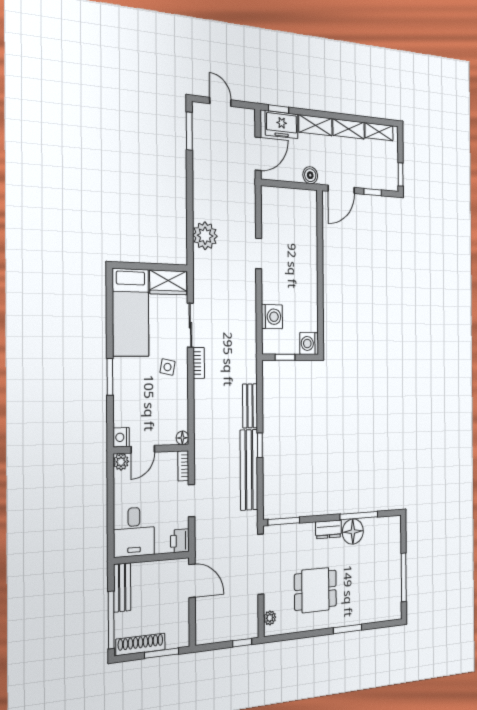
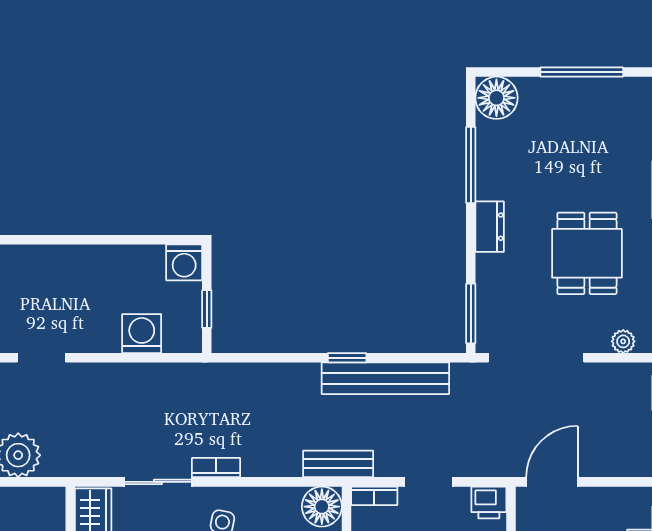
bench: (250, 406) -> (338, 464), moved
floor lamp: (182, 438) -> (322, 507), width x1.89, depth x1.89
floor lamp: (353, 532) -> (496, 98), moved

